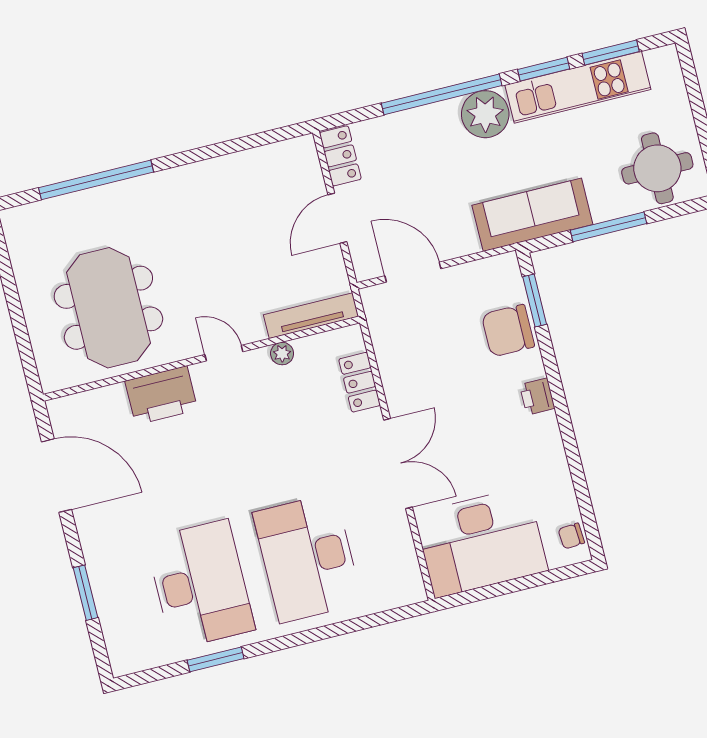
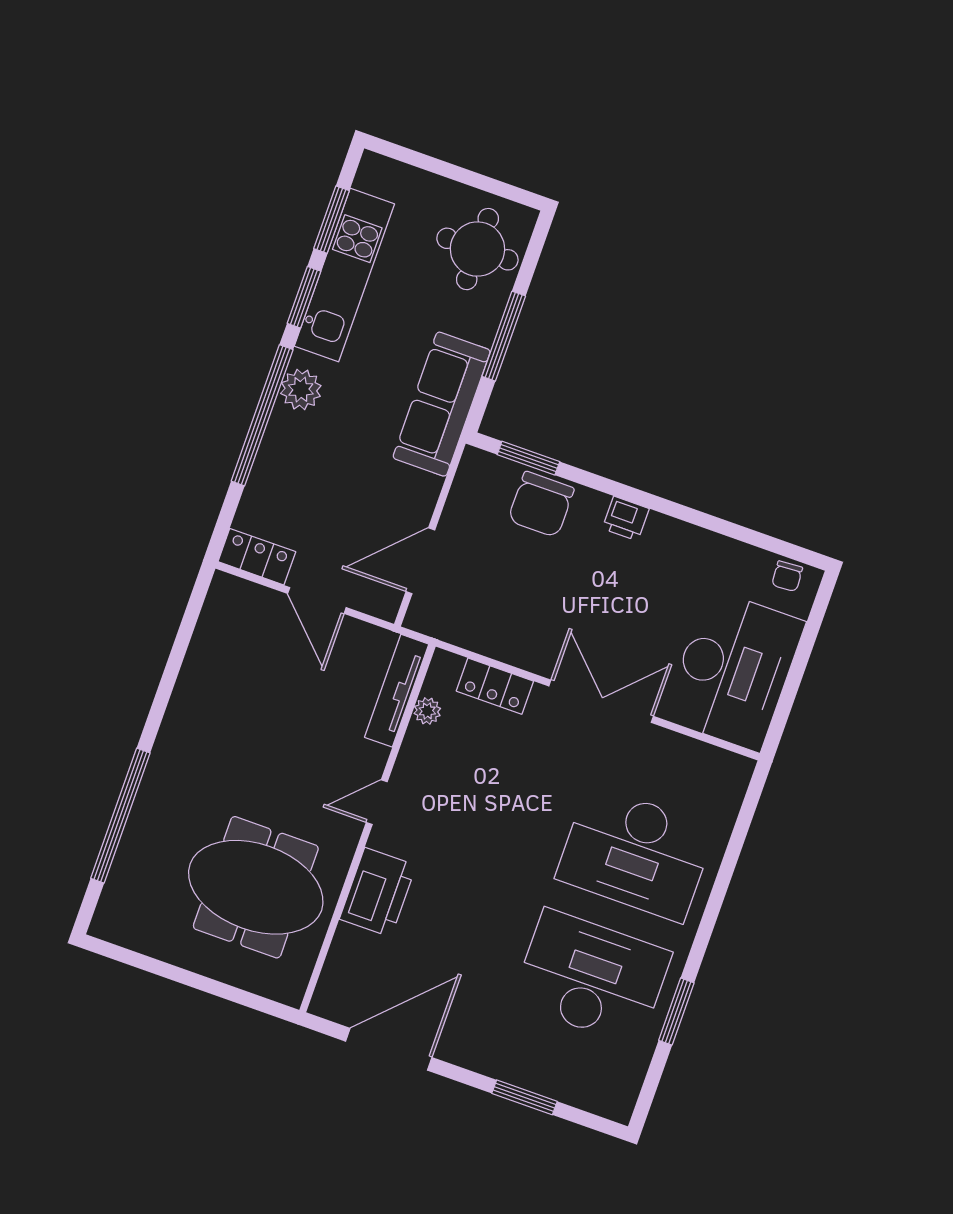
plant: (485, 114) -> (301, 390), width x0.73, depth x0.73
plant: (282, 354) -> (427, 711), moved

